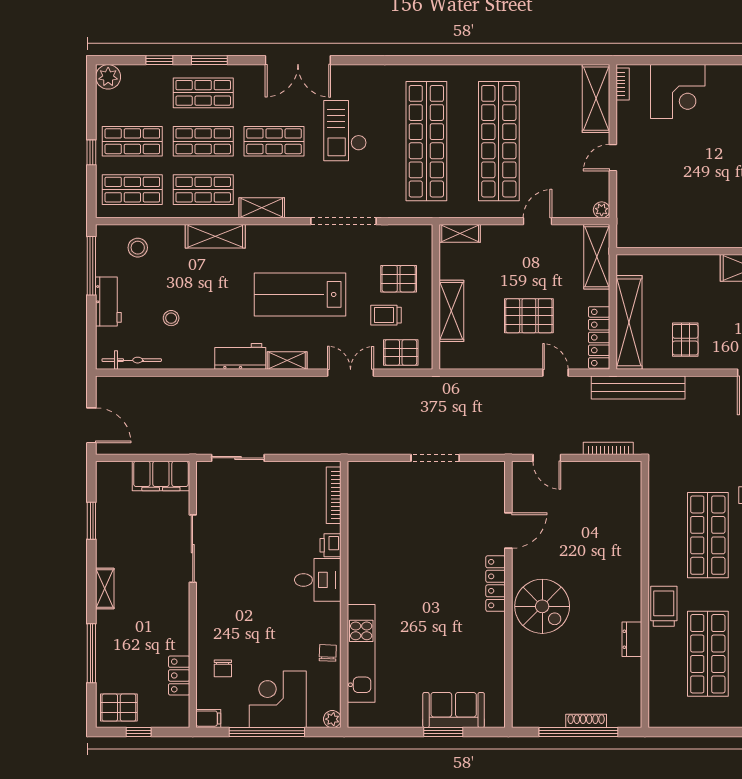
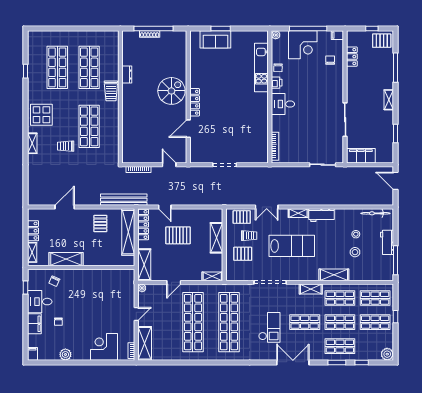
stool: (138, 248) -> (355, 252), moved
printer: (330, 545) -> (277, 83), moved
spiral stairs: (542, 606) -> (171, 91), turned 90

